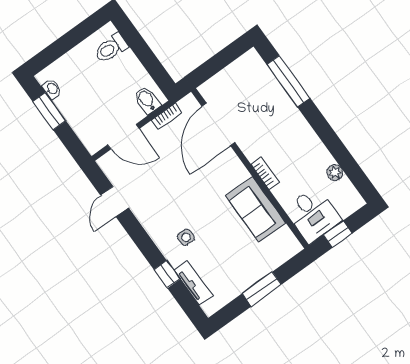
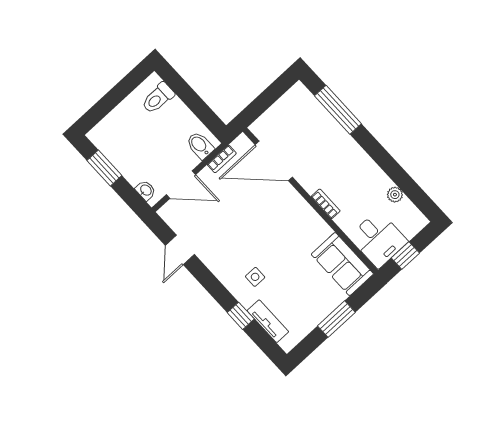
washbasin: (52, 89) -> (146, 190), moved
door: (218, 124) -> (274, 161), hinge flipped
sofa: (256, 209) -> (342, 264), moved

